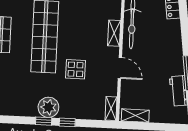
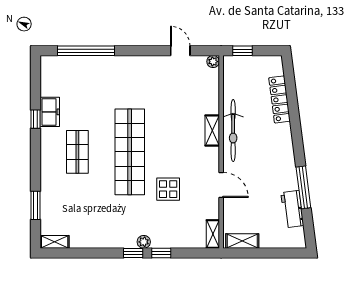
shelving: (114, 33) -> (212, 130), moved
plant: (48, 107) -> (144, 242), width x0.53, depth x0.53

